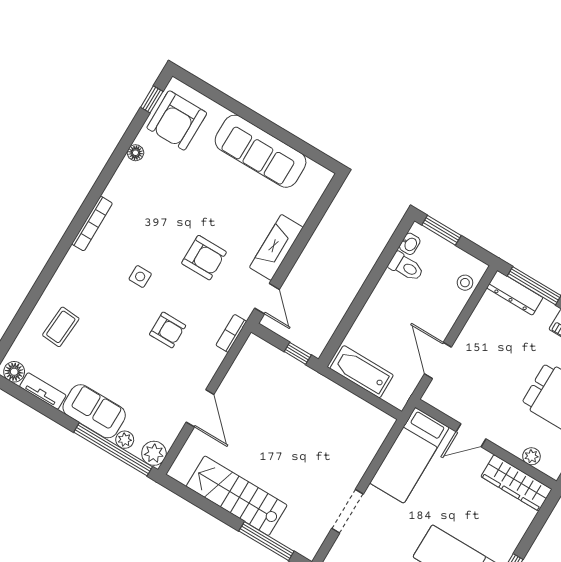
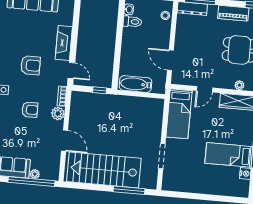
plant: (154, 453) -> (58, 113), moved
stairs: (237, 496) -> (104, 170), width x1.36, depth x1.51

